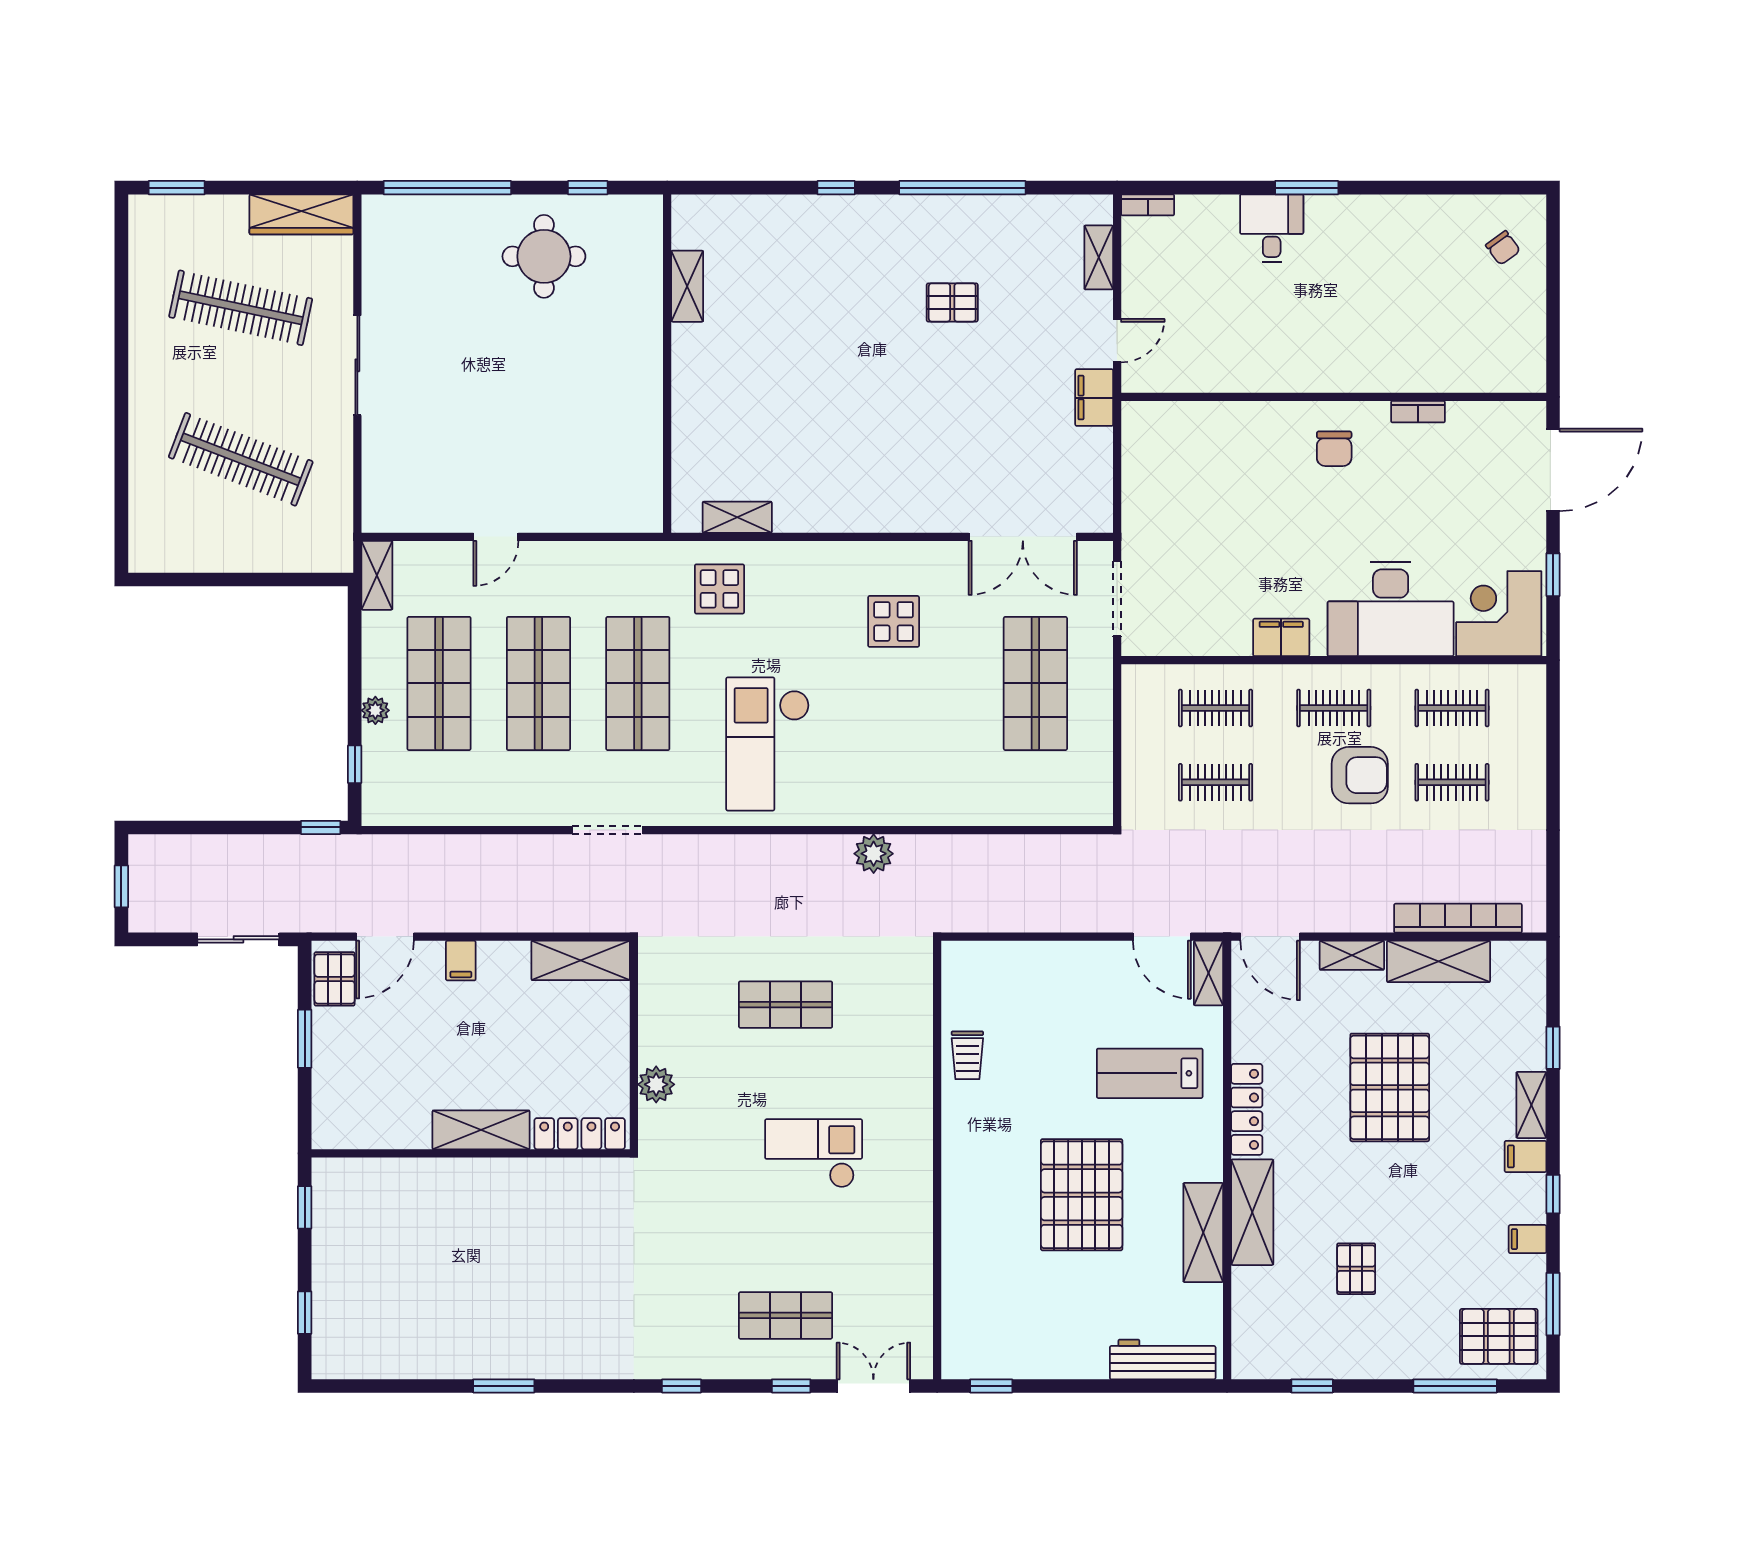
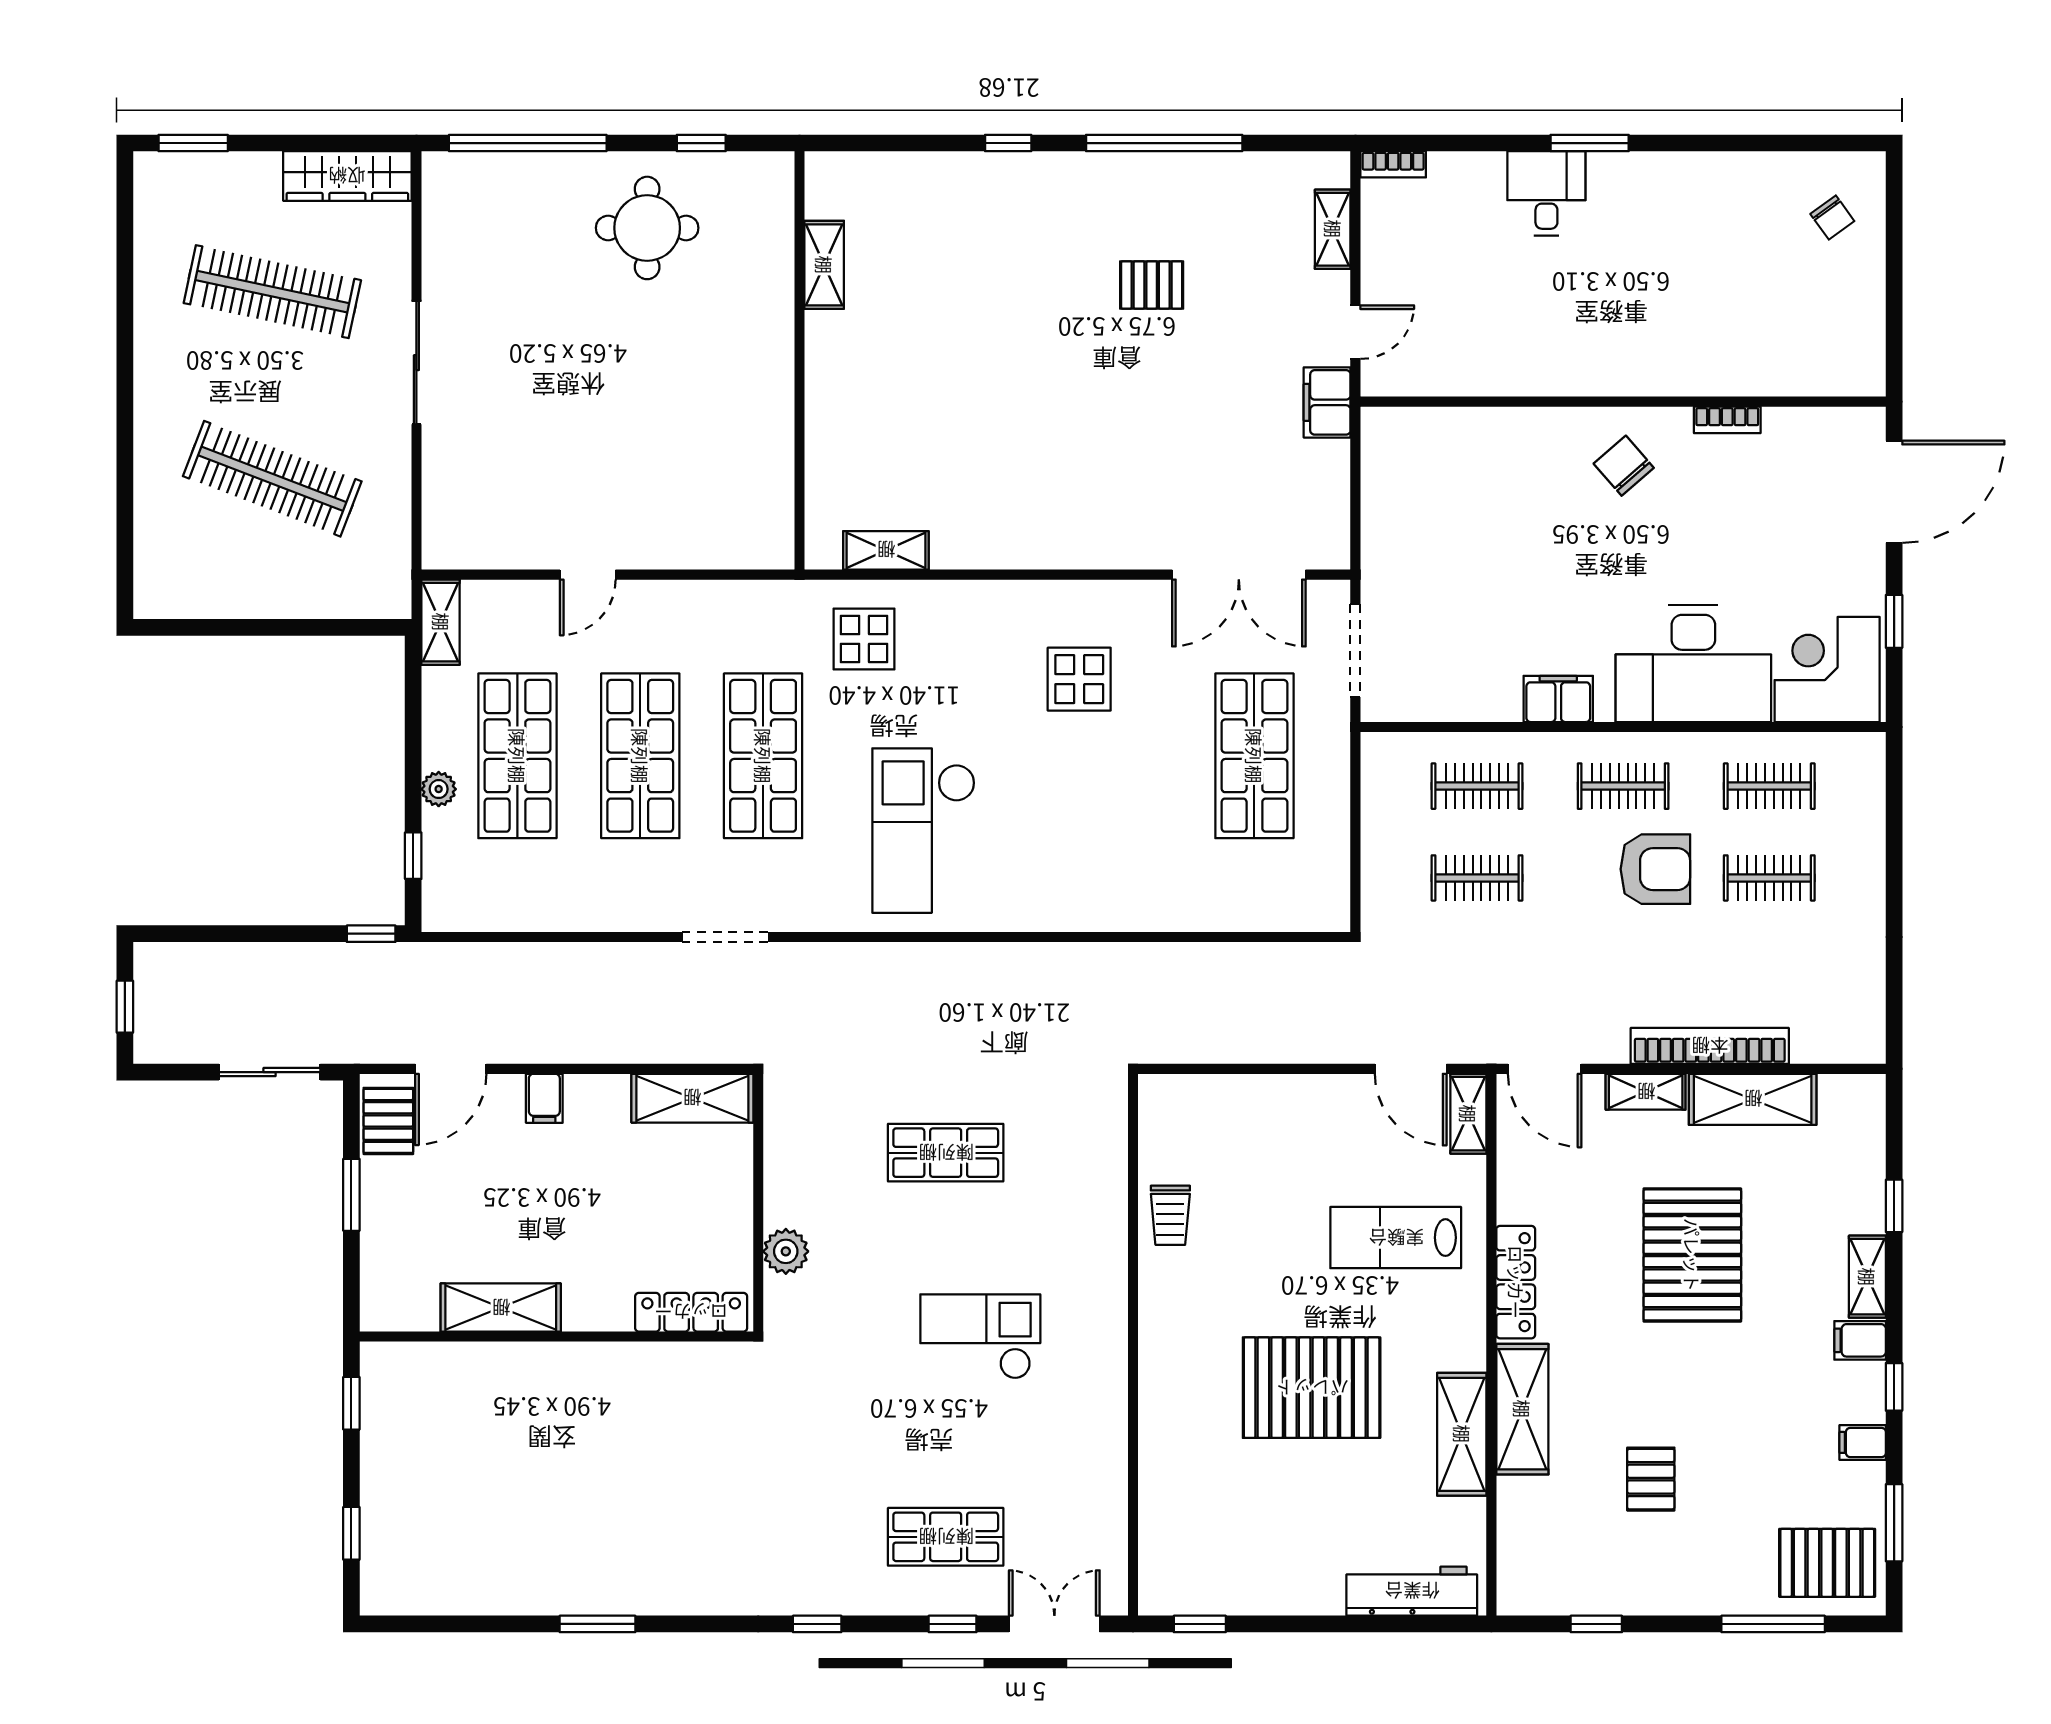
chair: (1334, 449) -> (1624, 466), turned 139
plant: (874, 854) -> (1054, 966), removed
bookcase: (1458, 918) -> (1710, 1046), moved
shelving: (481, 1130) -> (501, 1308), moved
pallet: (1082, 1195) -> (1312, 1388), turned 90

